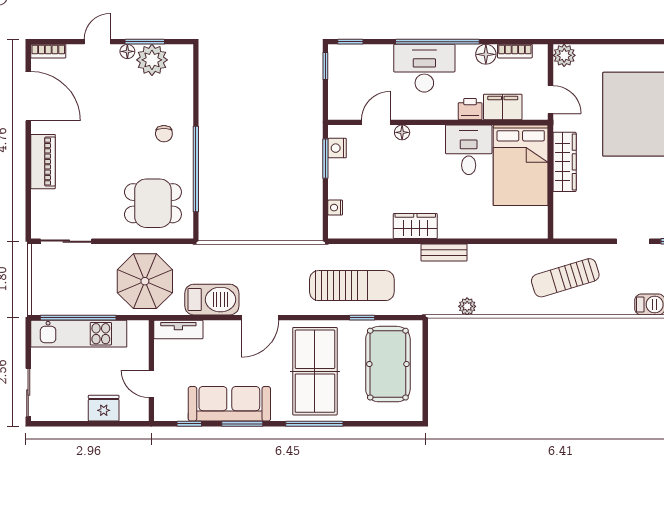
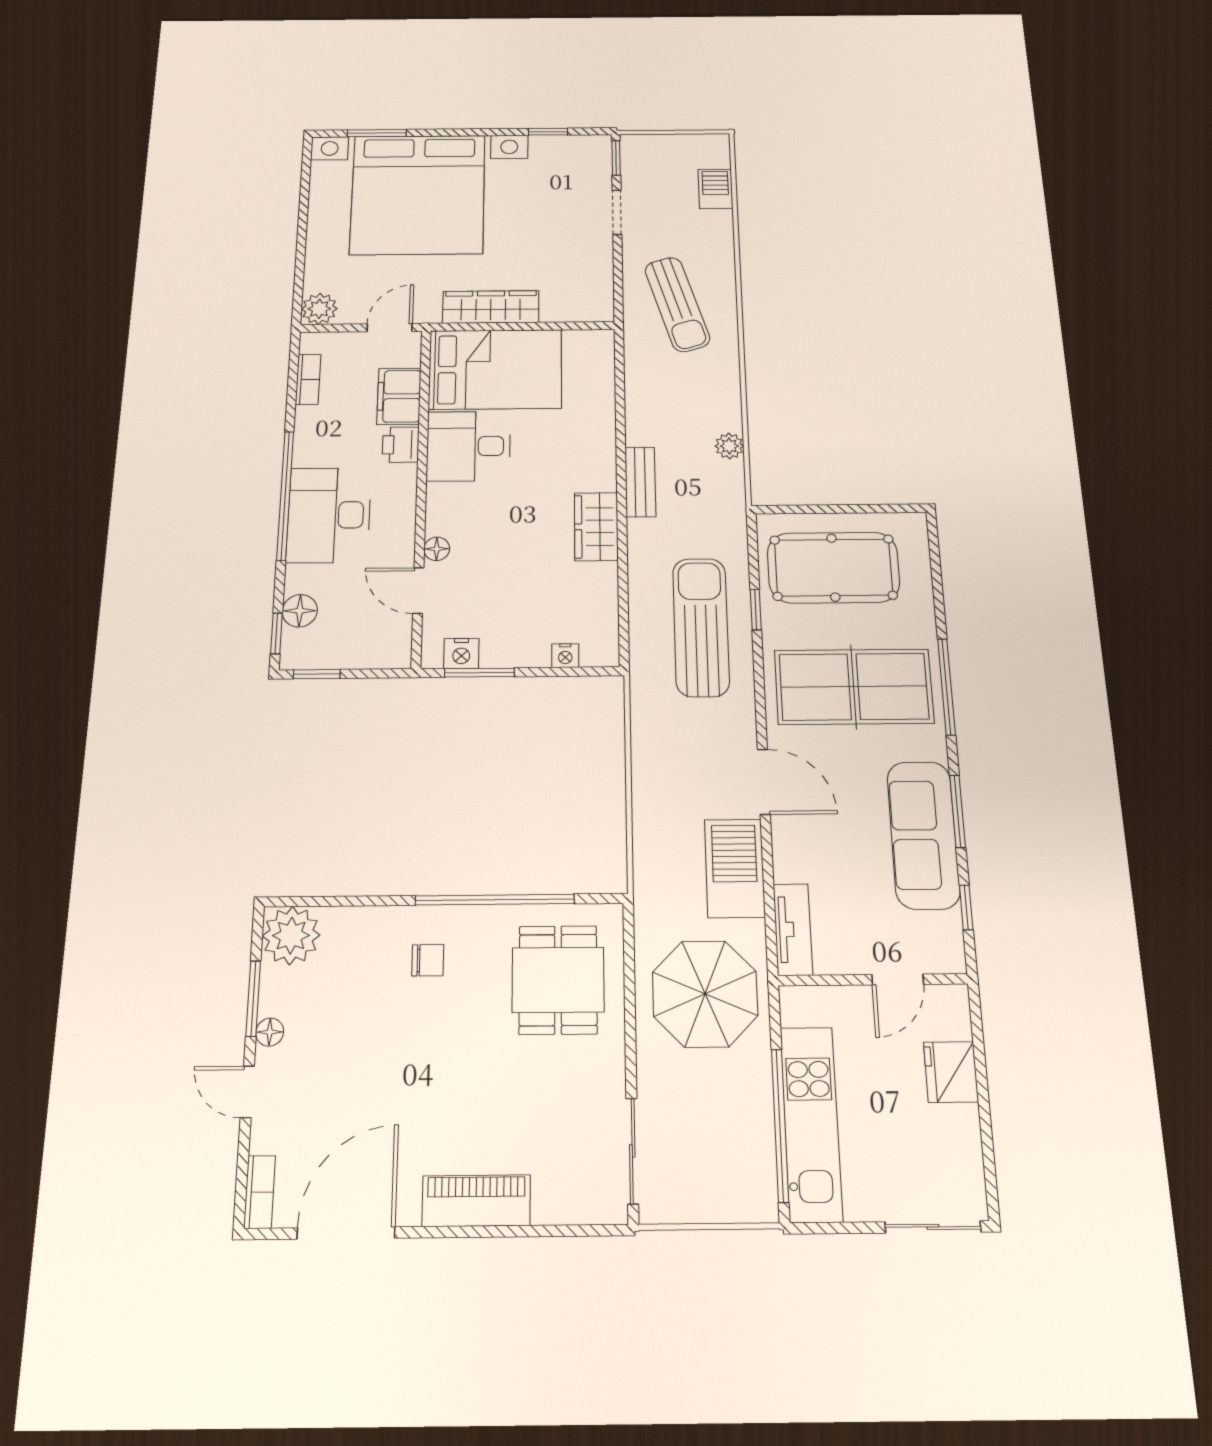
floor lamp: (486, 54) -> (300, 611), moved
plant: (152, 60) -> (291, 936), moved

